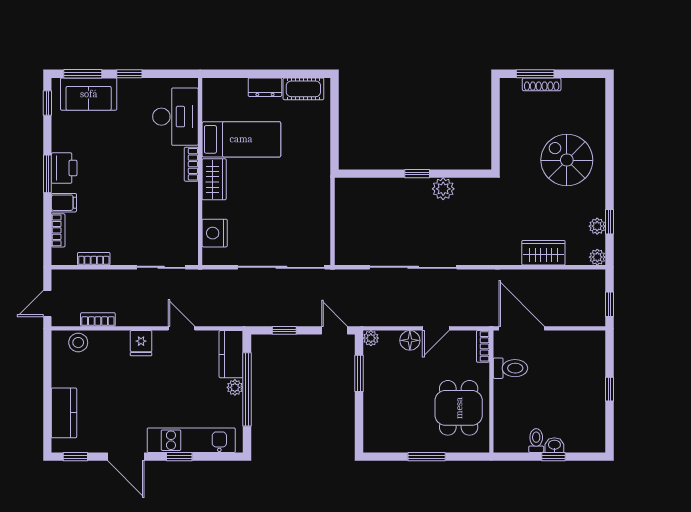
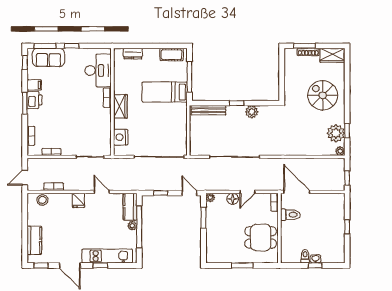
dresser: (265, 87) -> (133, 54), moved
window: (335, 128) -> (189, 77), added
bed: (241, 139) -> (165, 92), moved, turned 180
bench: (368, 186) -> (209, 110), added
filing cabinet: (64, 203) -> (34, 85), moved
plant: (597, 226) -> (336, 133), width x1.88, depth x1.88
wardrobe: (543, 253) -> (332, 55), moved, turned 180
dining table: (459, 408) -> (261, 237), turned 90

